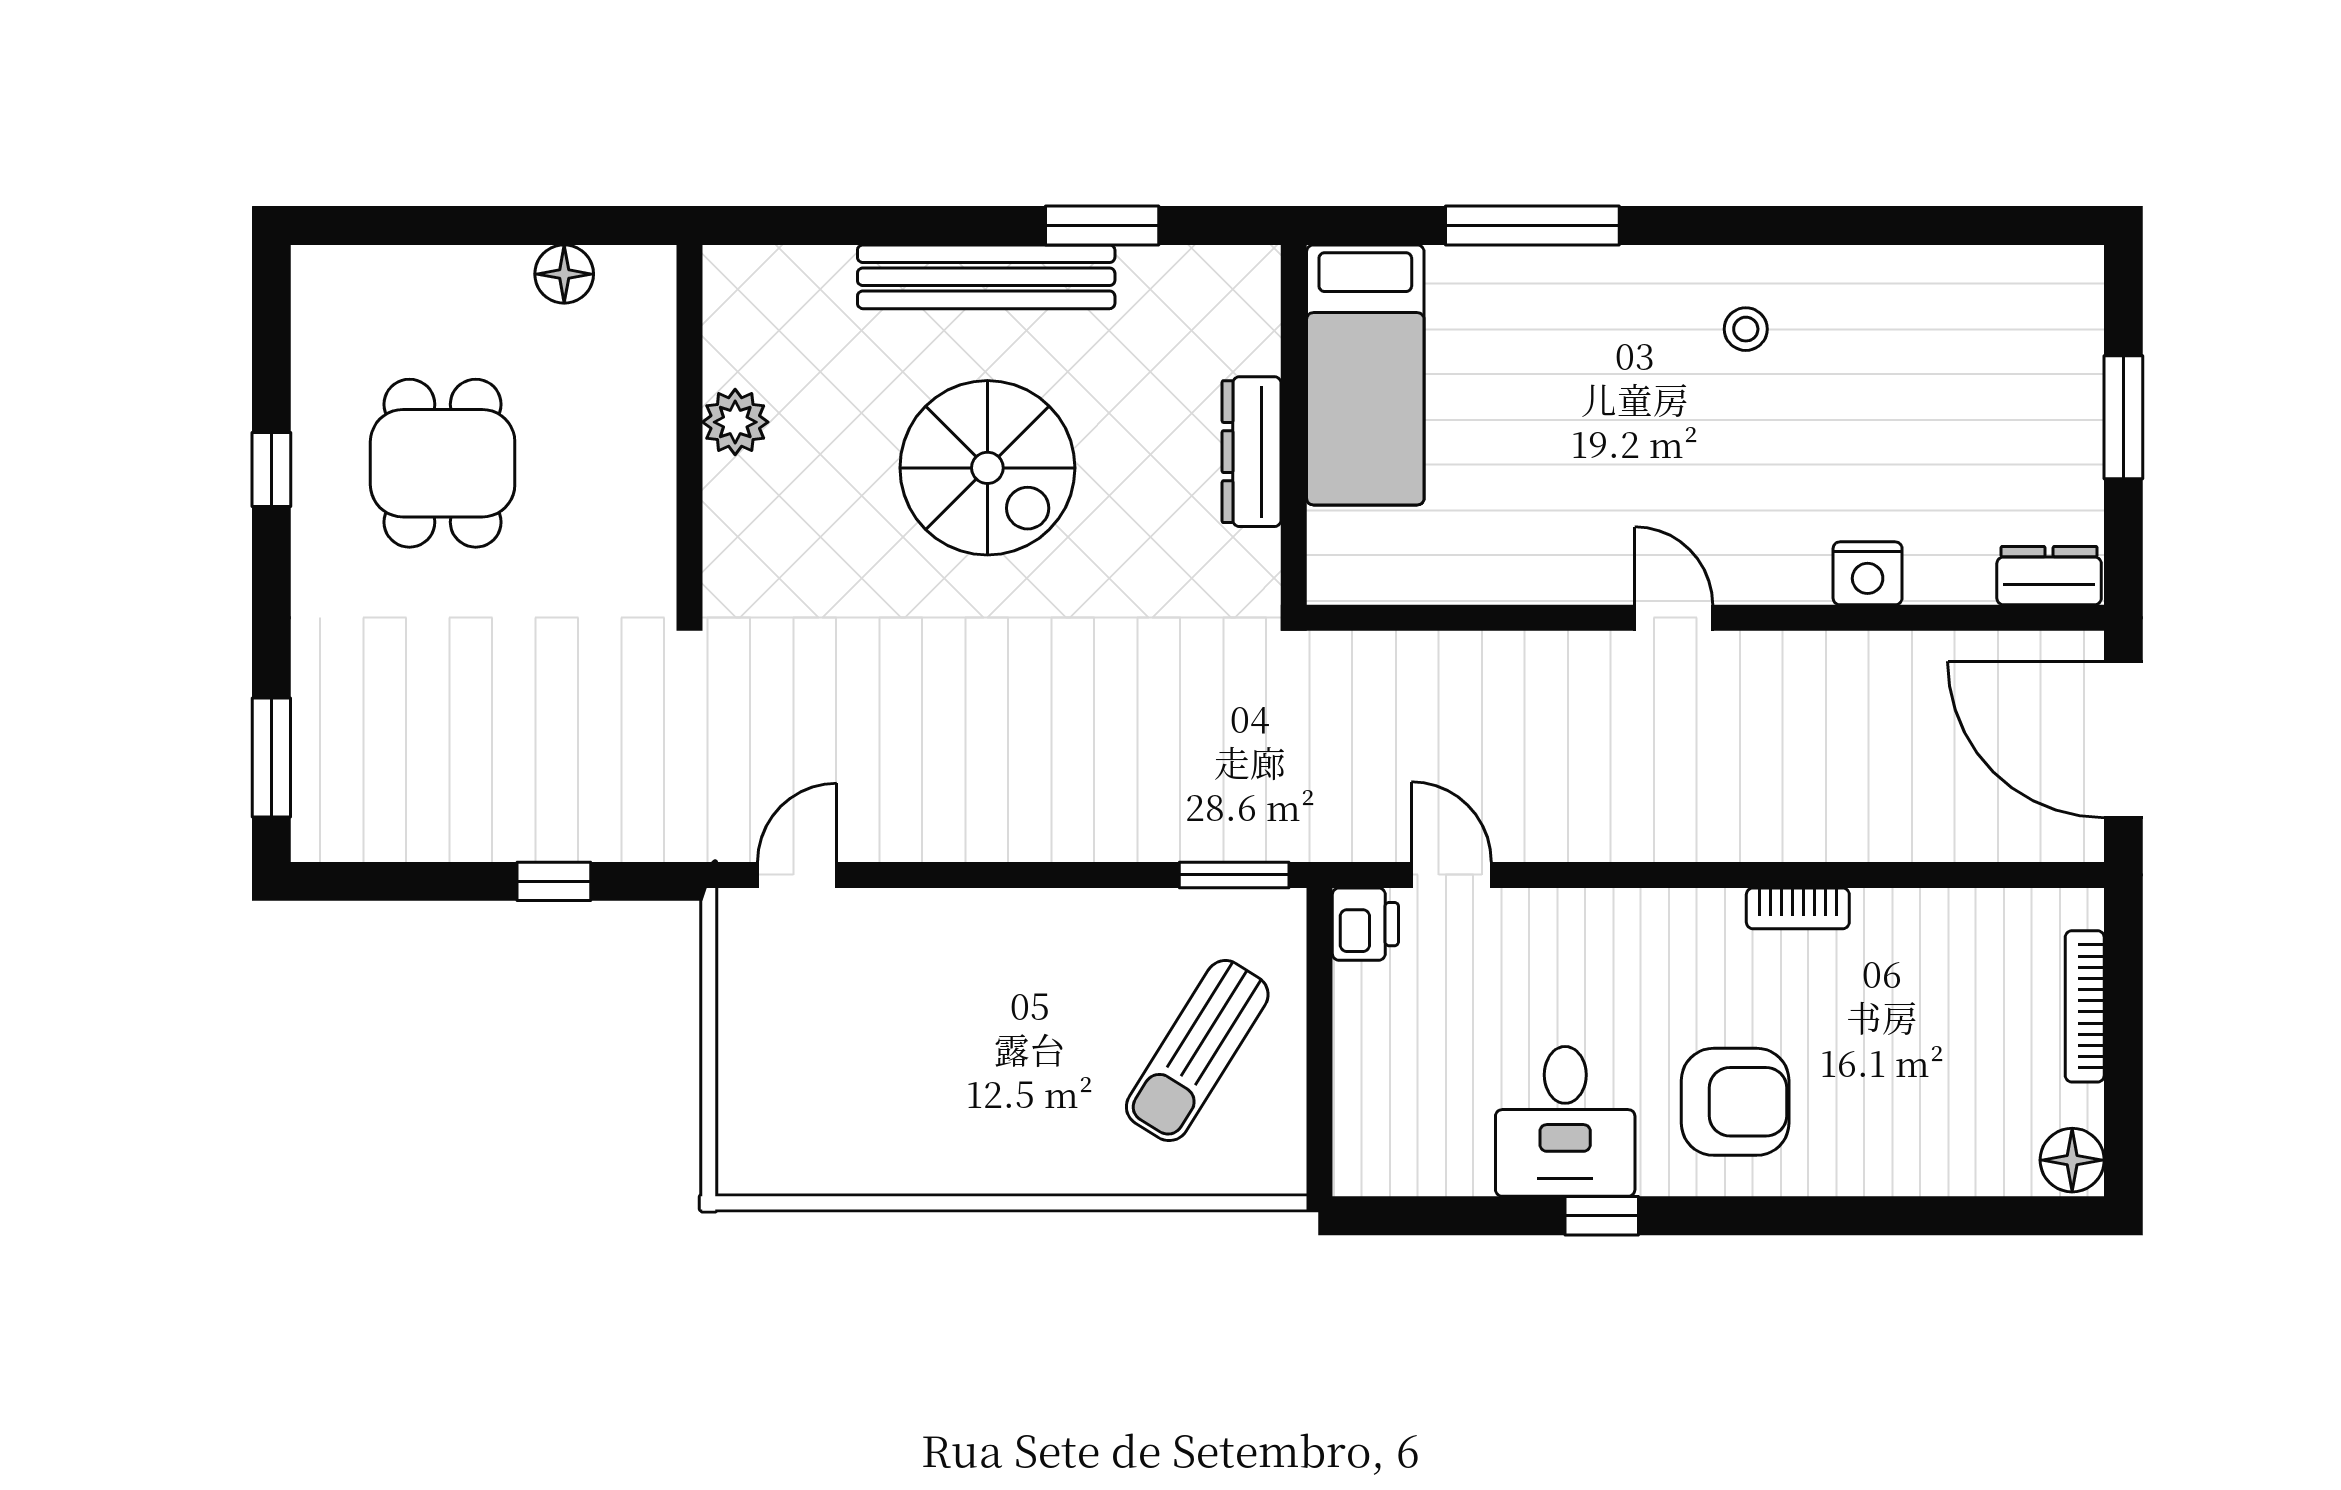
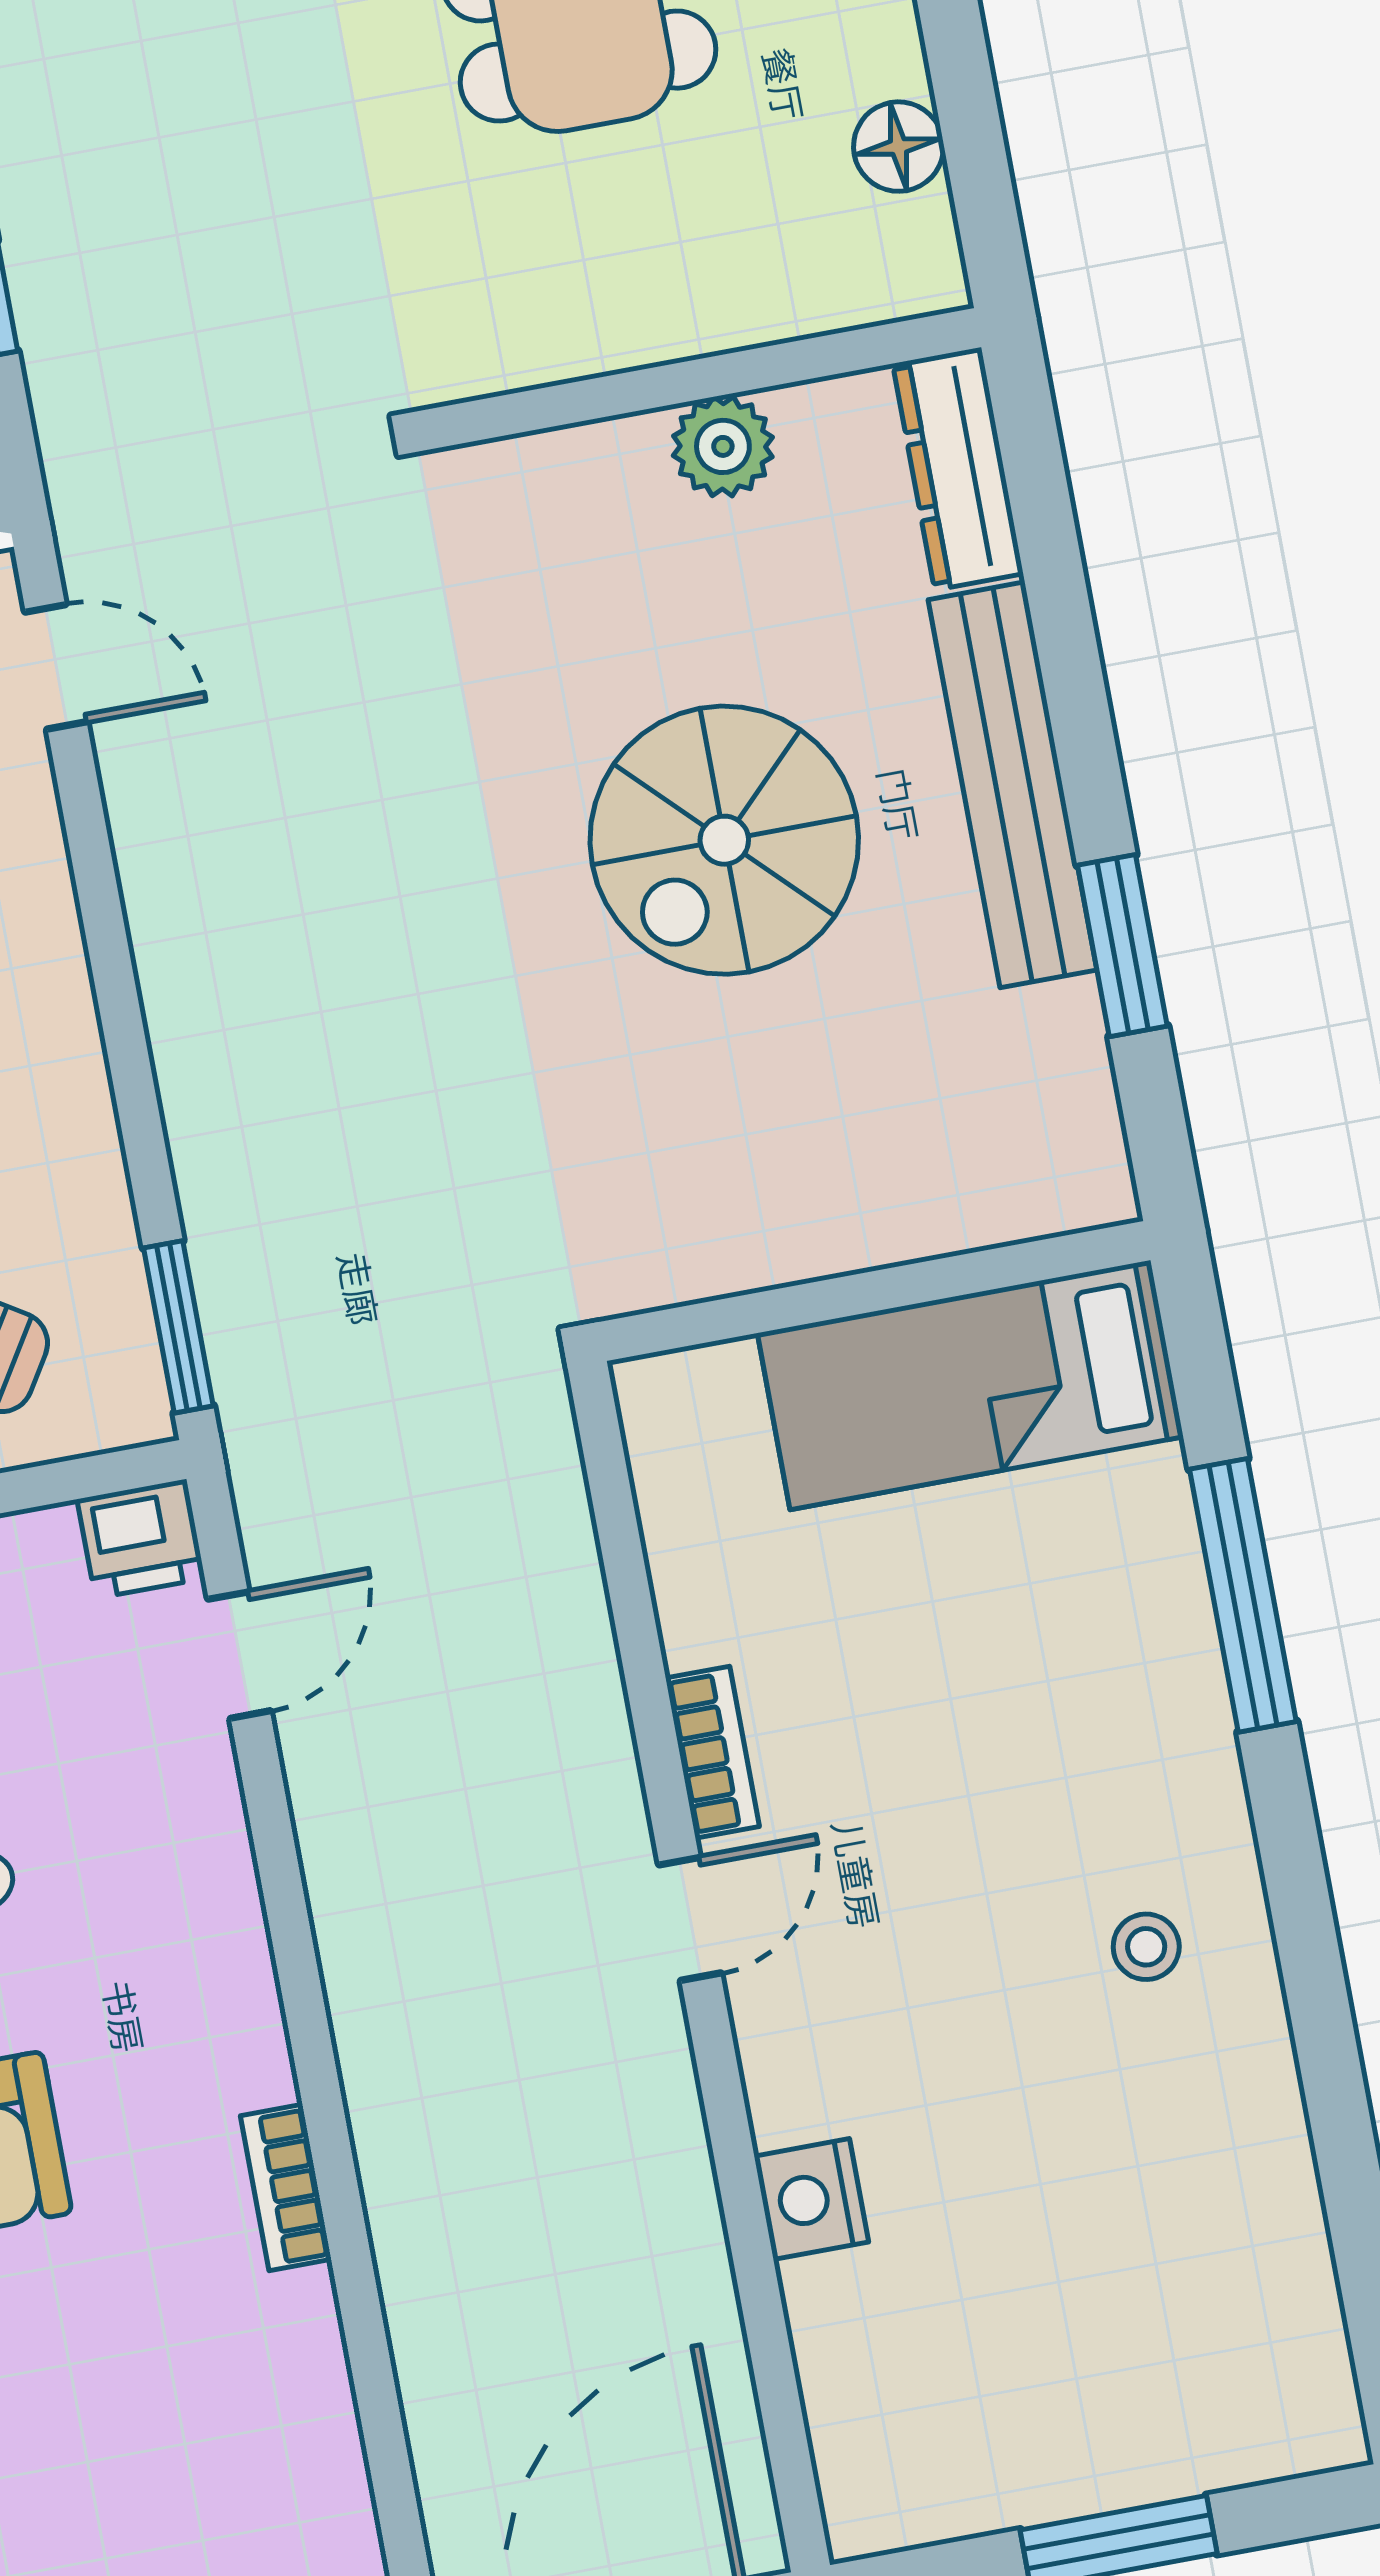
dresser: (1252, 452) -> (958, 469), moved, turned -90
dresser: (2049, 576) -> (859, 2474), removed
bookcase: (1570, 584) -> (712, 1752), added

